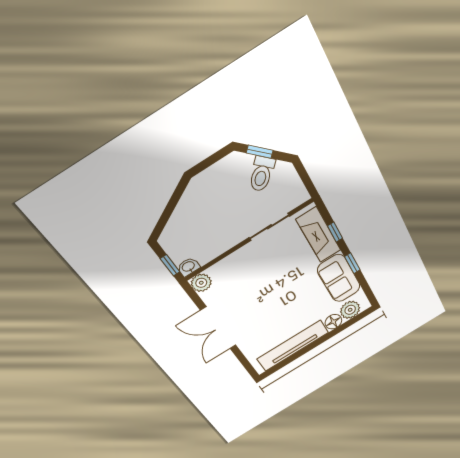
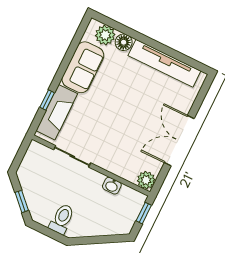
toilet: (262, 174) -> (62, 219), moved, turned -45
window: (352, 263) -> (64, 65), removed
washbasin: (188, 267) -> (112, 186), moved
double door: (218, 328) -> (179, 141), swing flipped

